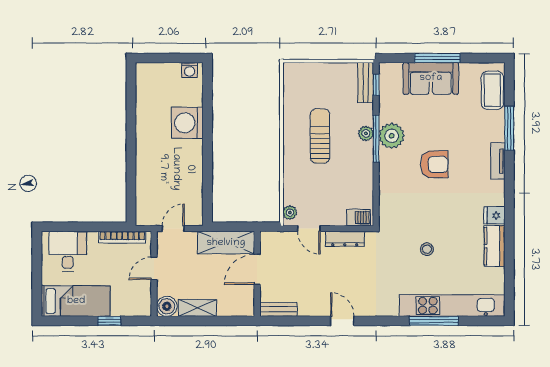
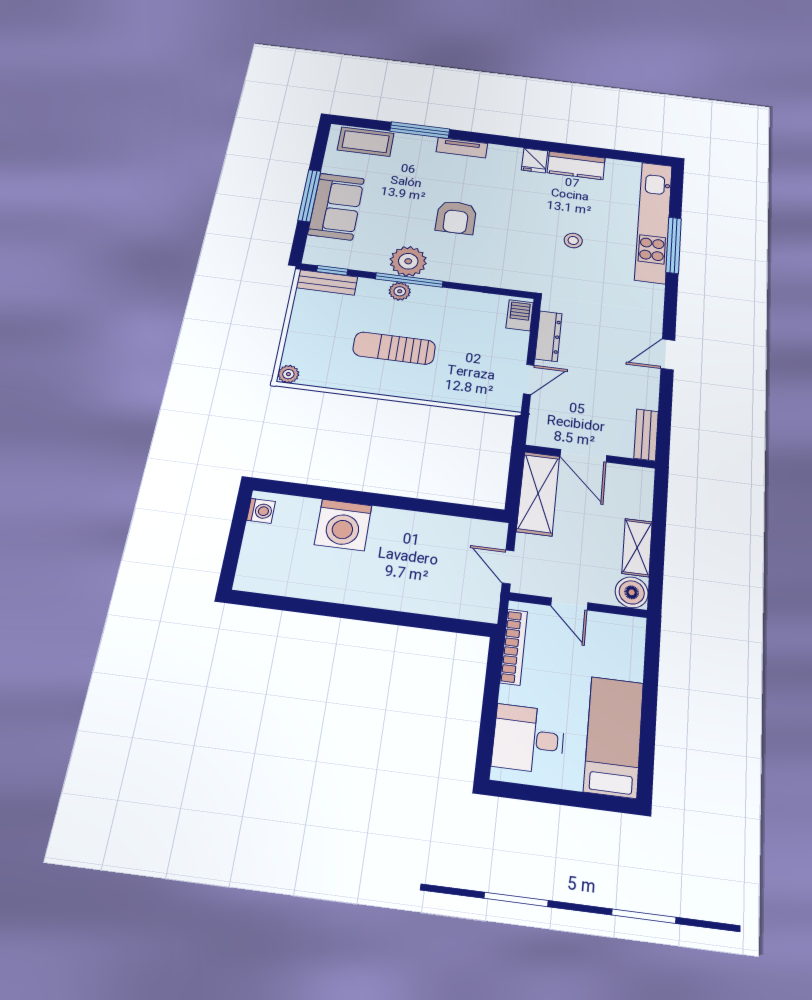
armchair: (434, 164) -> (456, 217), turned 180
plant: (290, 213) -> (288, 374), moved
window: (109, 321) -> (650, 685), removed

